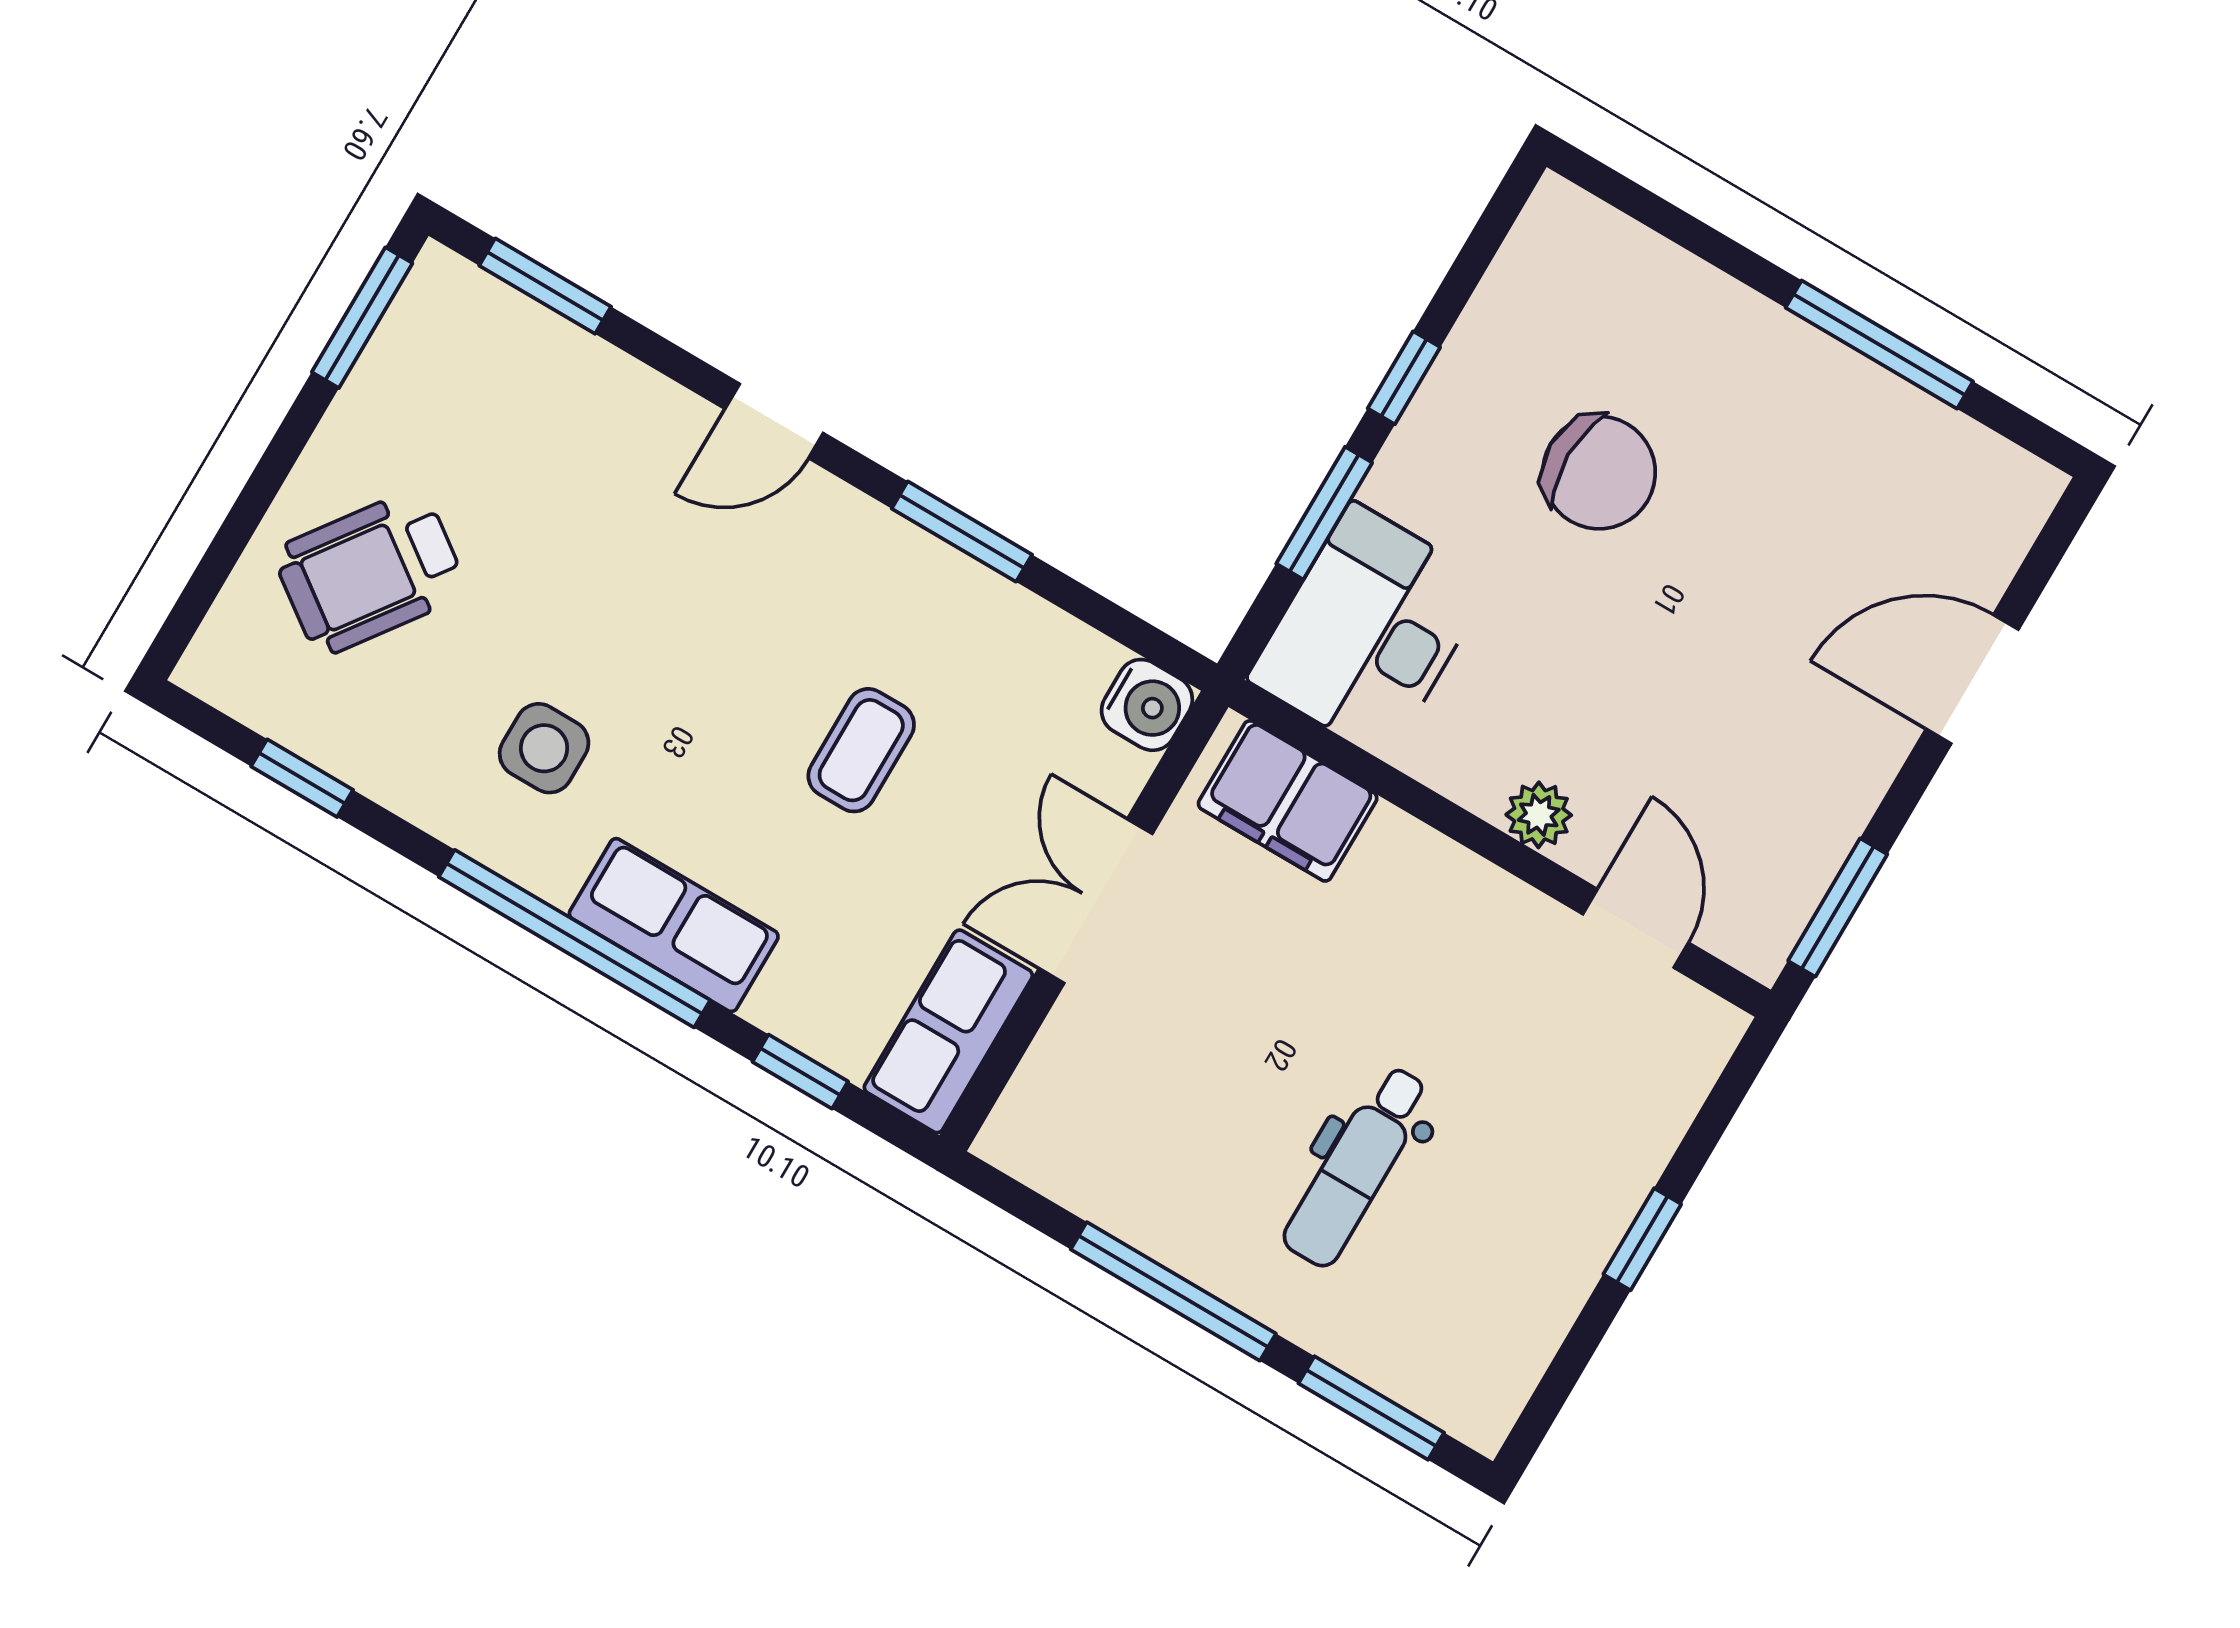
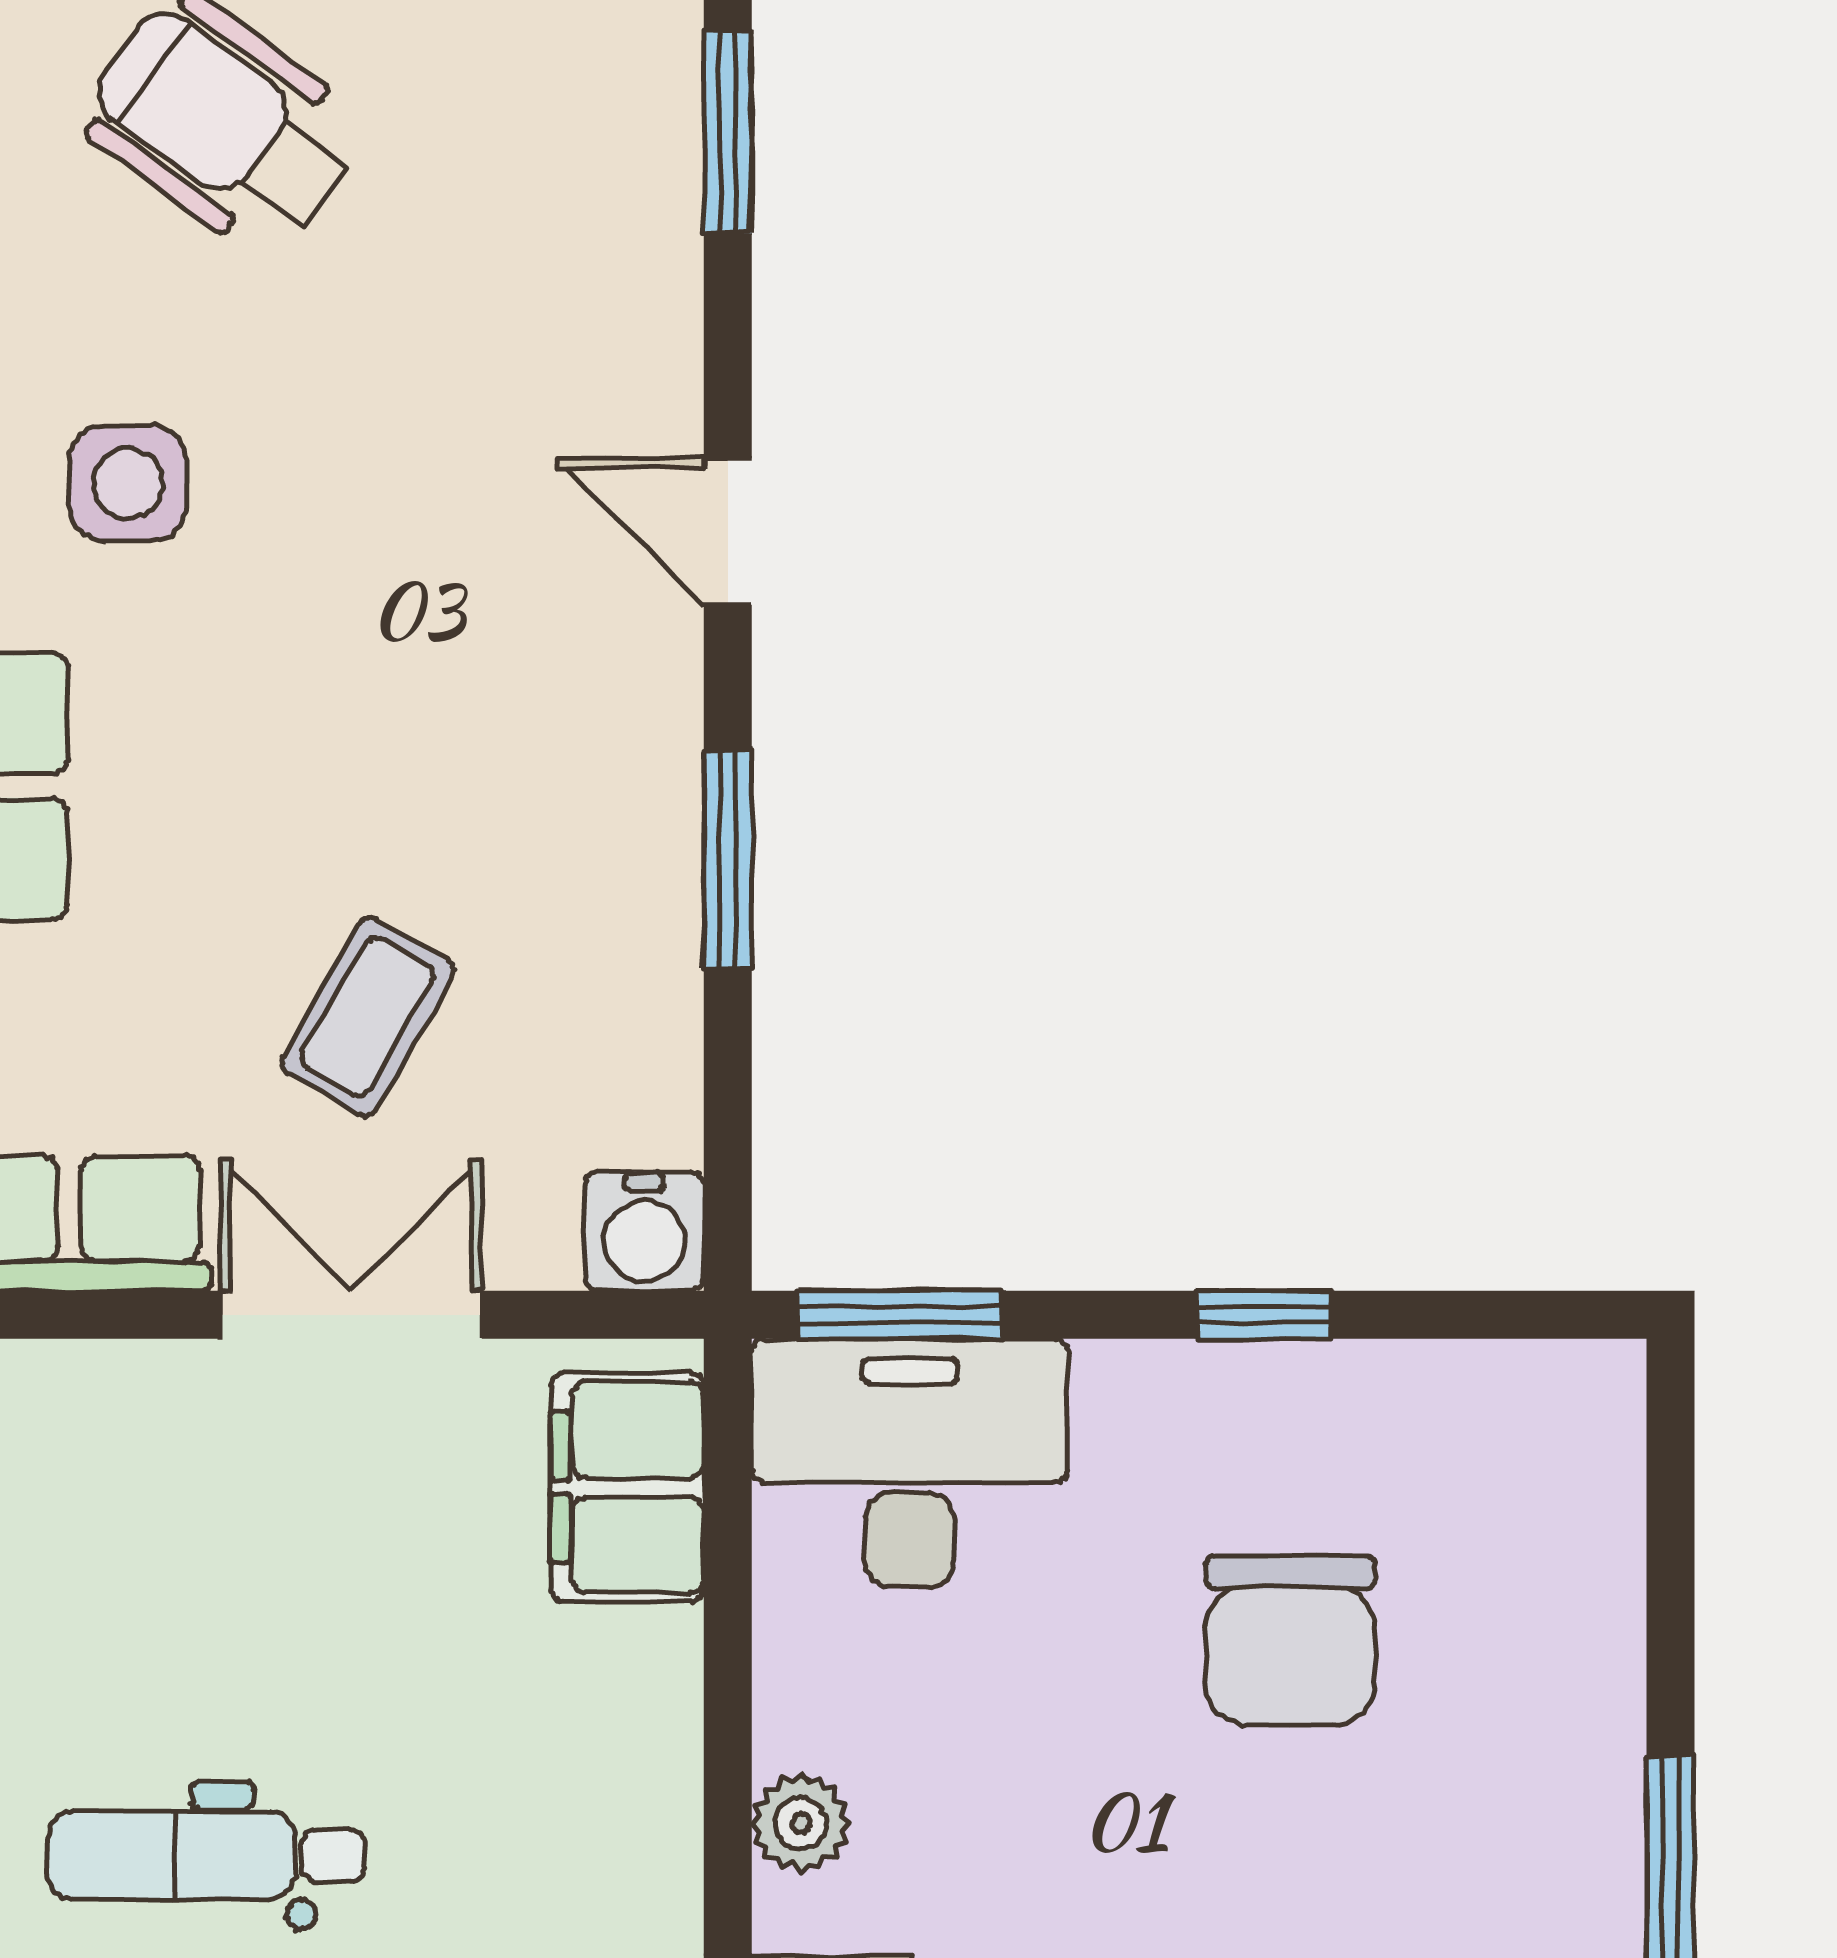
window: (1324, 513) -> (899, 1315), moved
coffee table: (861, 750) -> (368, 1017), moved, turned -60

